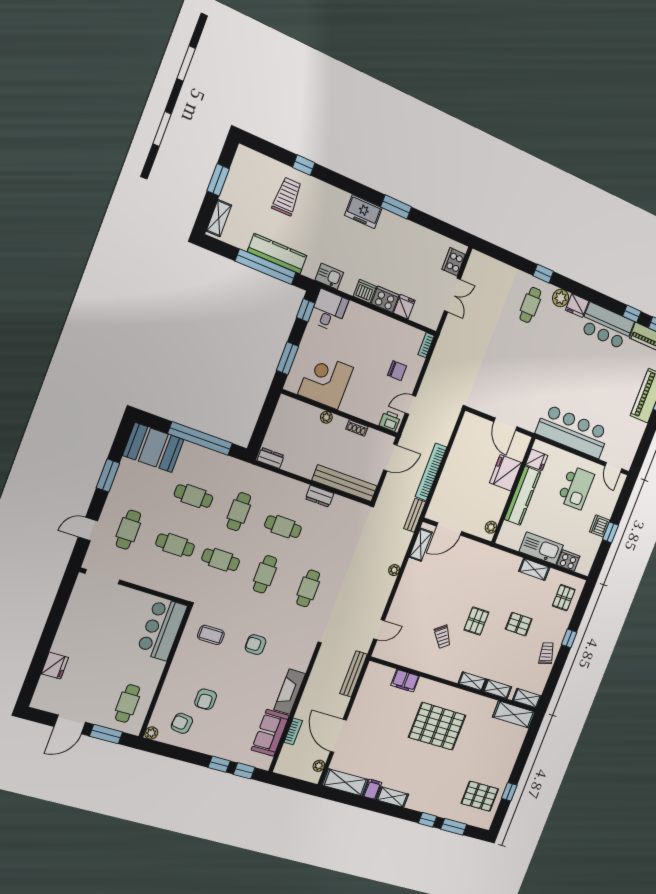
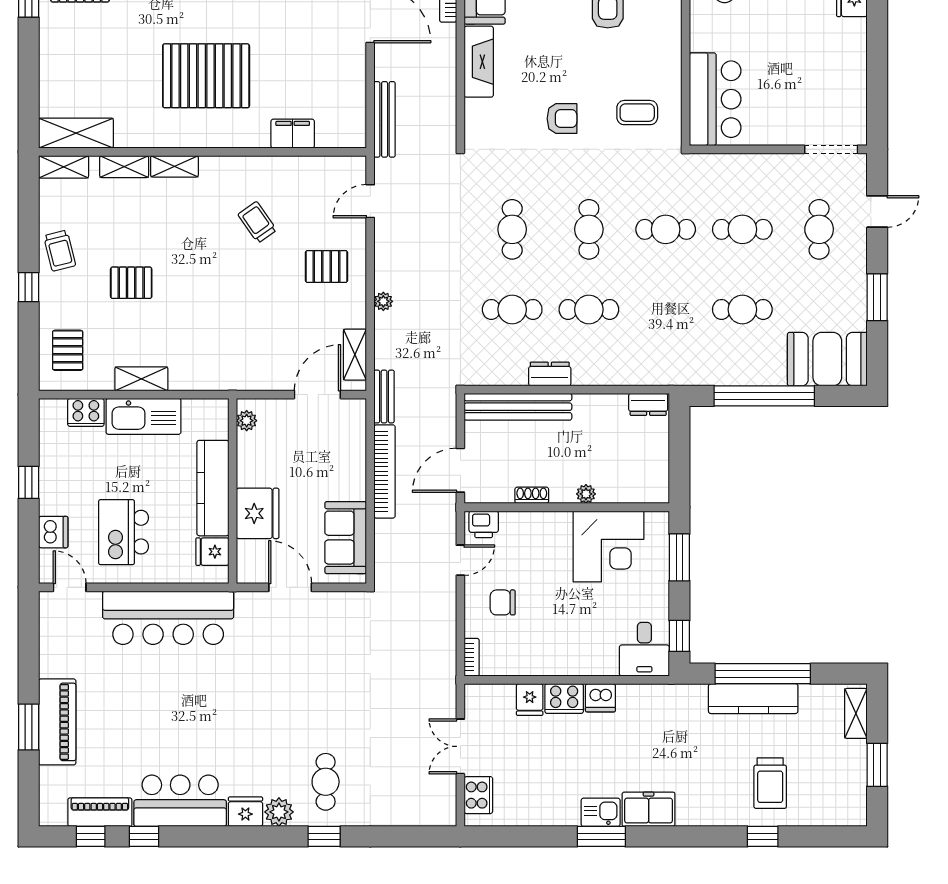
kitchen sink: (329, 276) -> (601, 812), moved, turned 180
sofa: (466, 442) -> (346, 538), added
cafe table: (239, 512) -> (512, 309), moved, turned 90
dishwasher: (600, 526) -> (53, 532), moved
pallet: (476, 621) -> (327, 267), moved, turned 90

